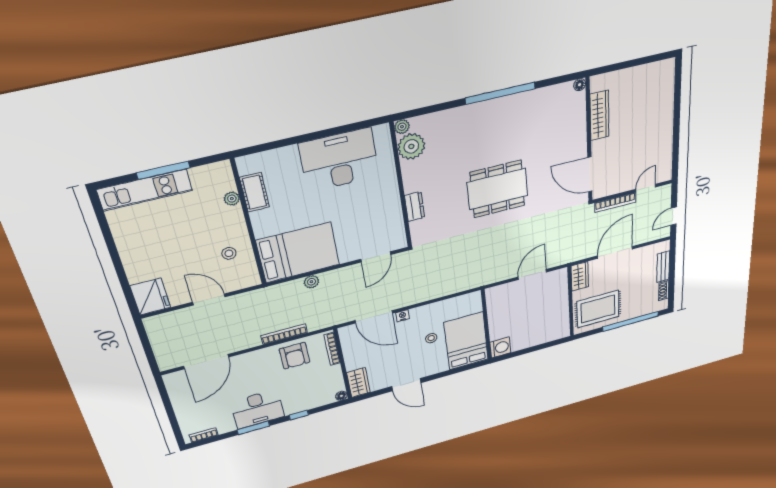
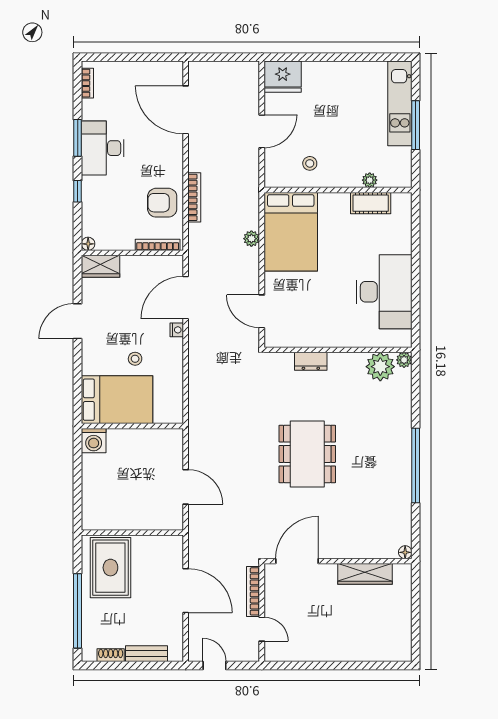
wardrobe: (580, 276) -> (165, 545), removed

